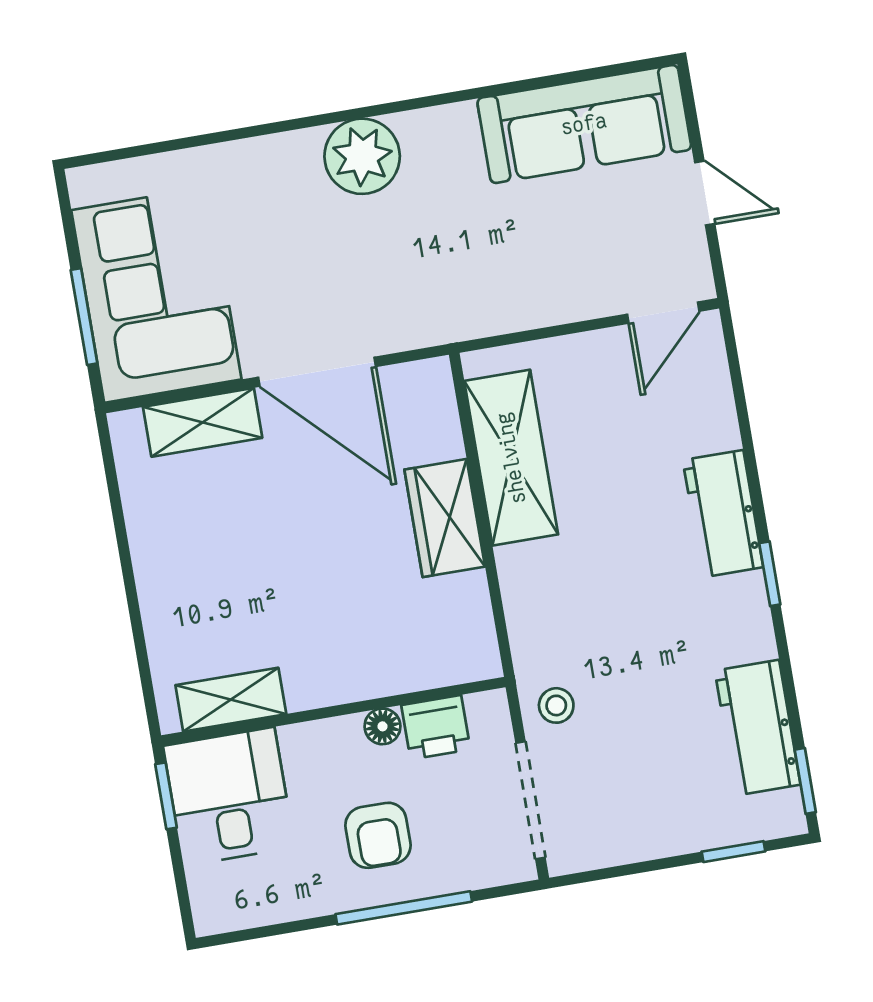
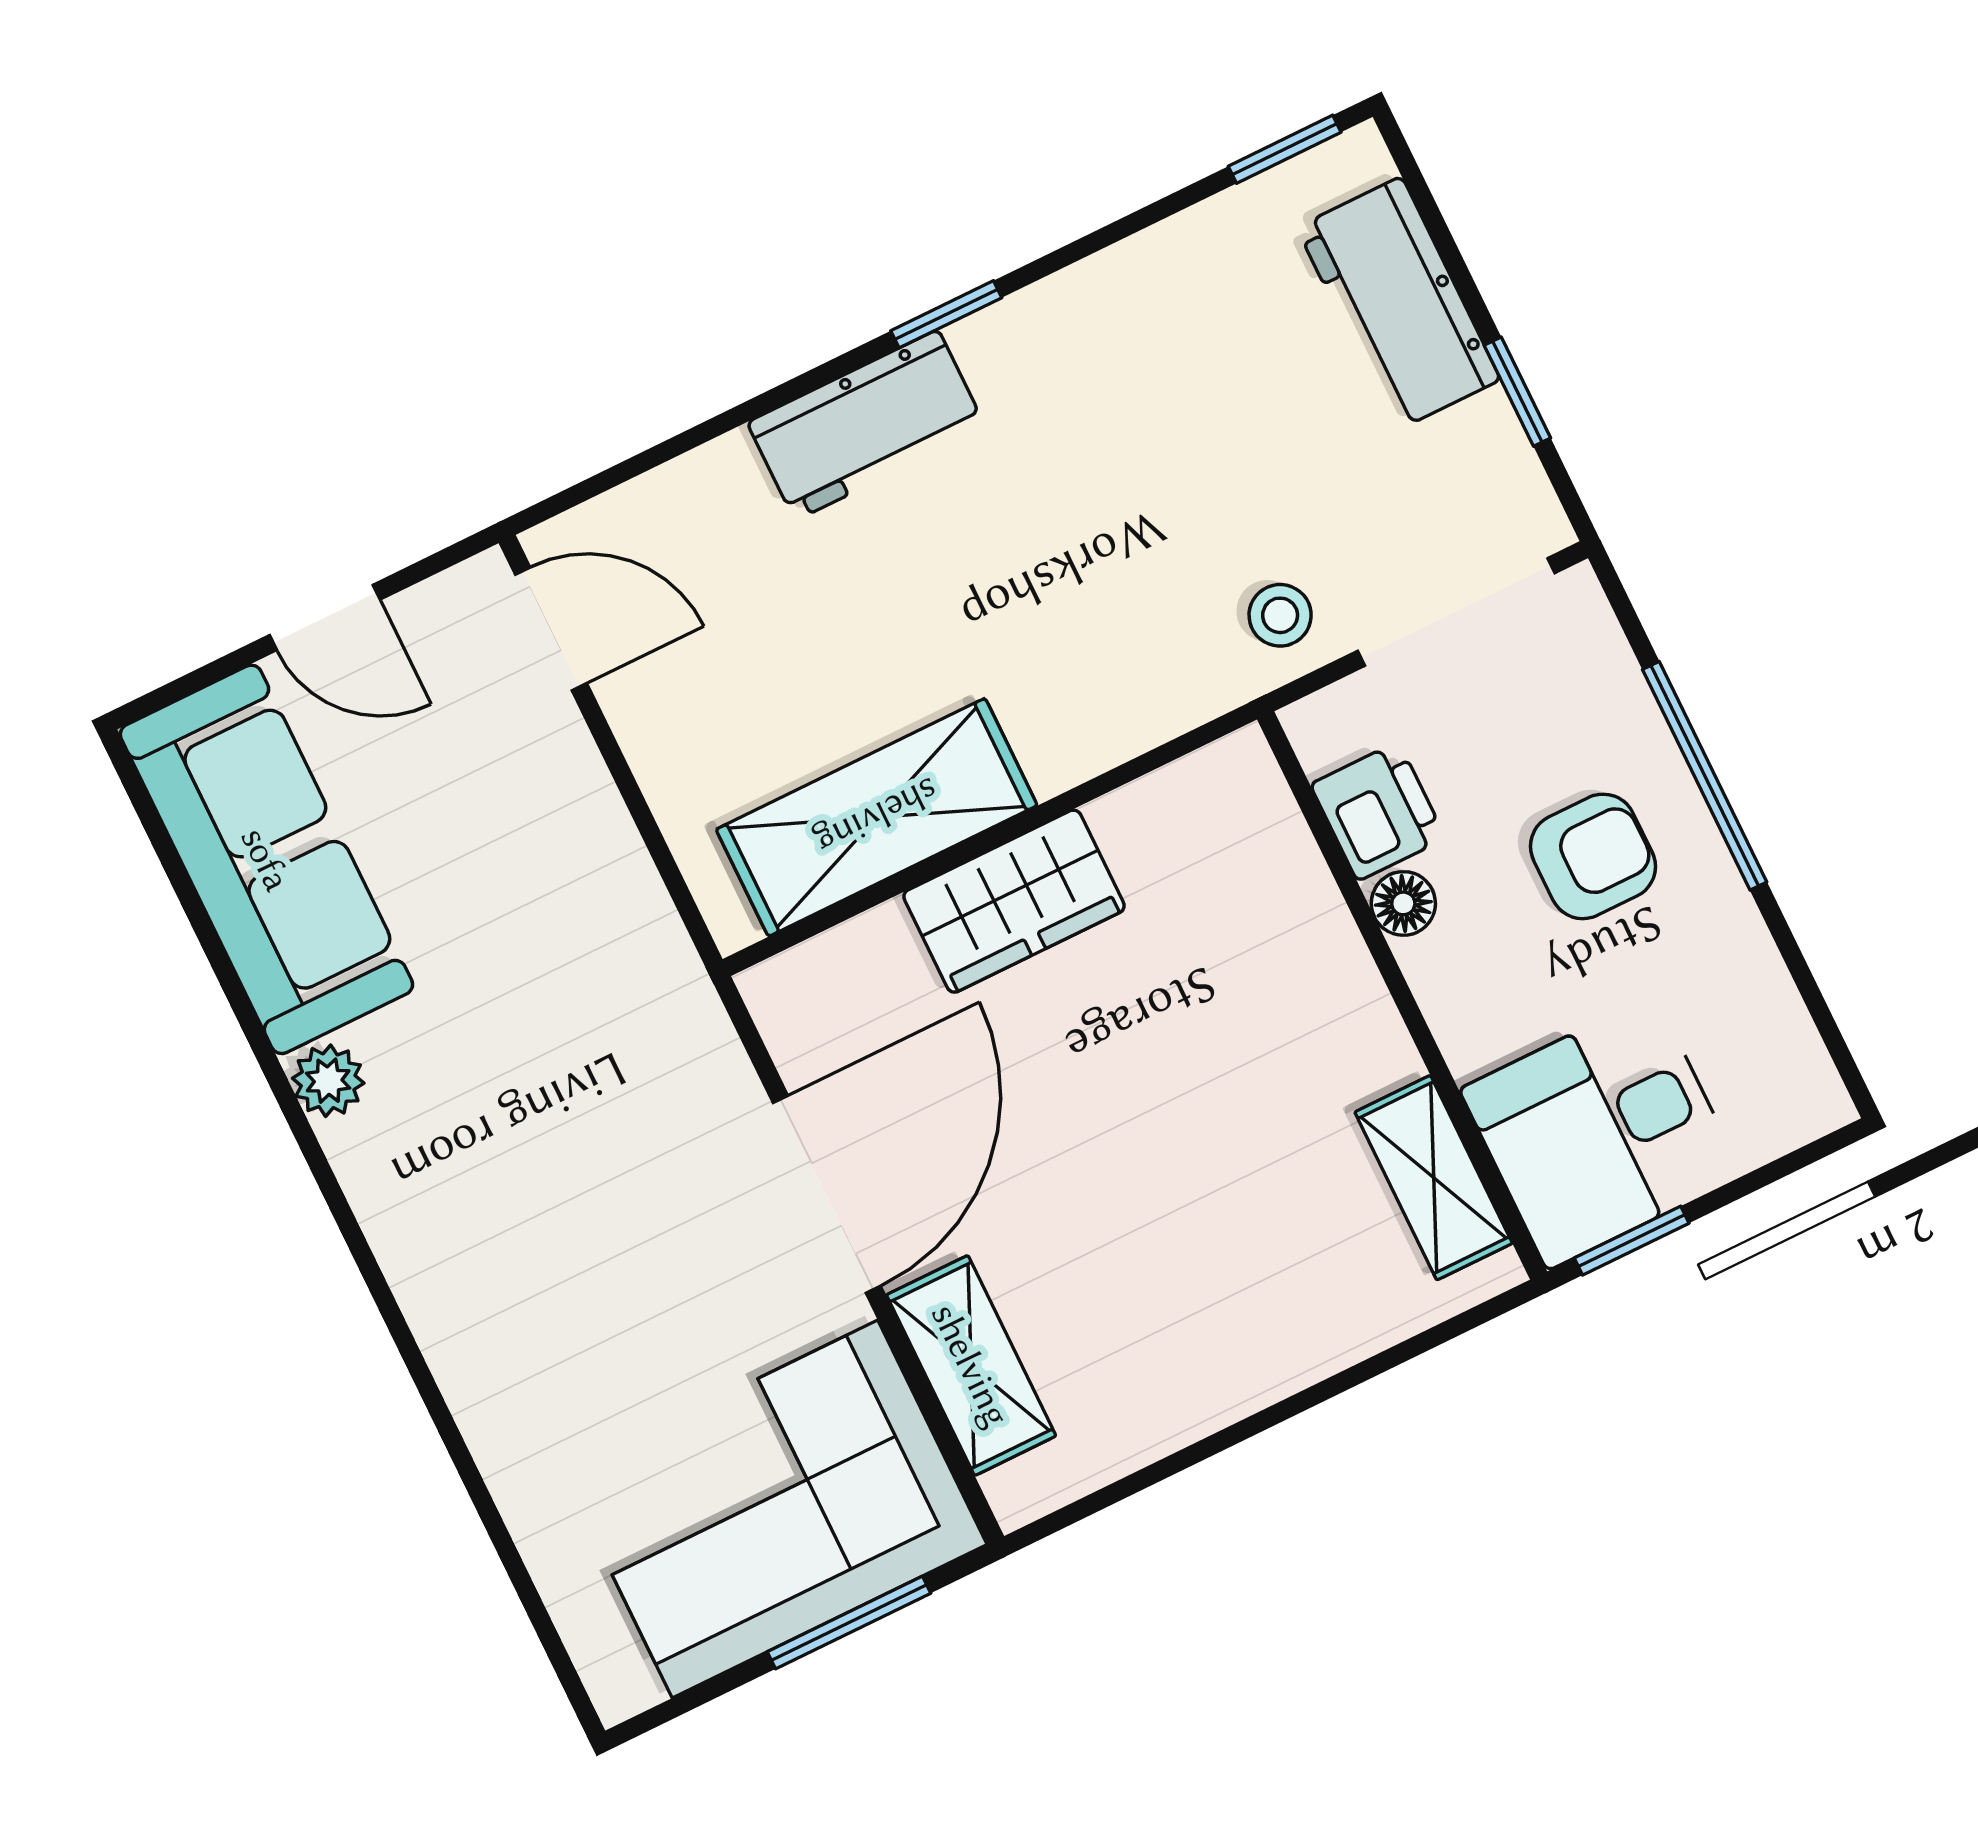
plant: (362, 156) -> (328, 1081), moved, width x0.53, depth x0.53
door: (705, 193) -> (325, 617), swing flipped
workbench: (758, 728) -> (1399, 304), moved, turned 90
window: (733, 852) -> (1517, 392), moved

